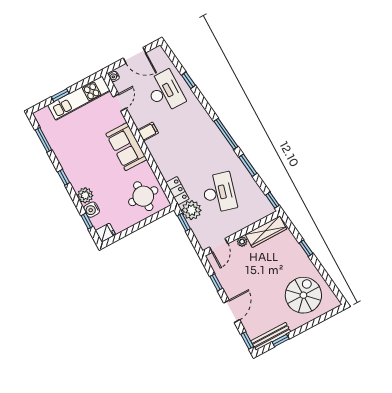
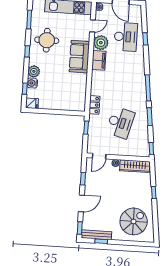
filing cabinet: (148, 132) -> (99, 60), width x2.00
round table: (143, 196) -> (47, 40), moved
plant: (191, 210) -> (101, 43), moved

